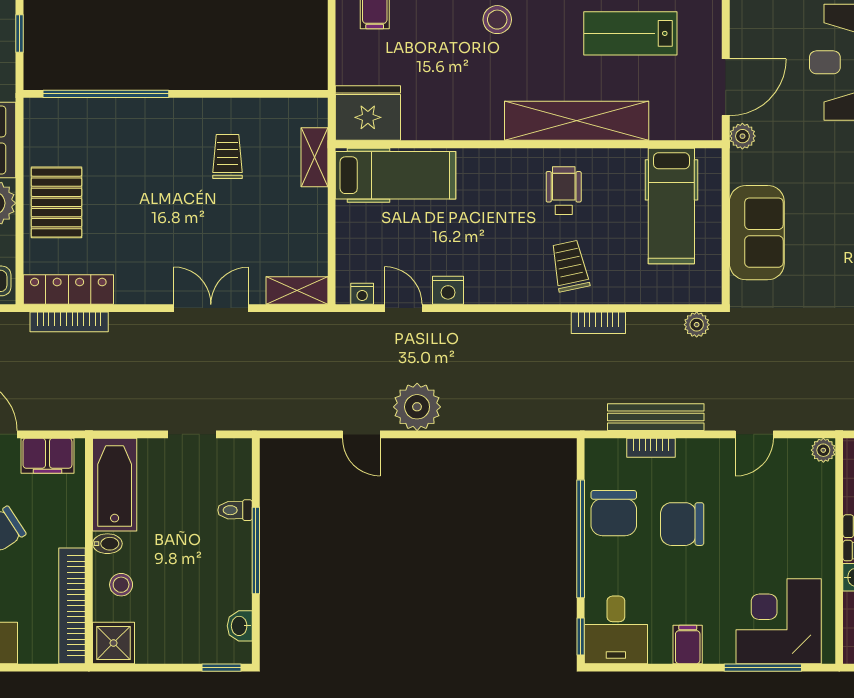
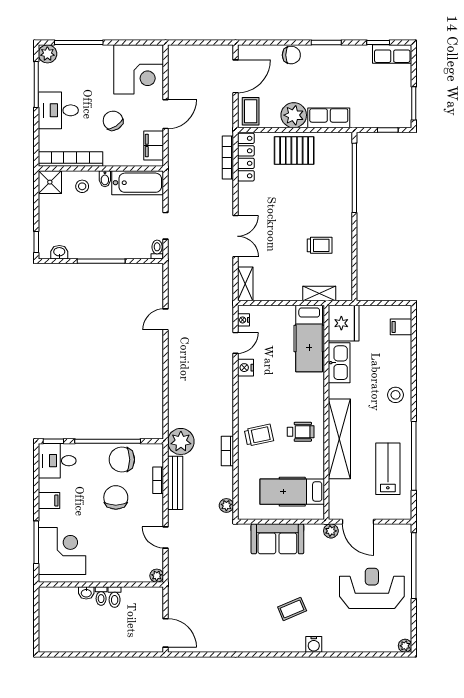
kitchen sink: (439, 121) -> (339, 363), added
plant: (417, 407) -> (181, 441), moved
toilet: (235, 510) -> (157, 249), moved

